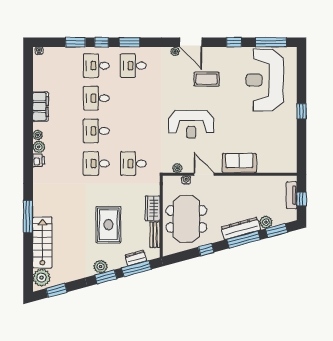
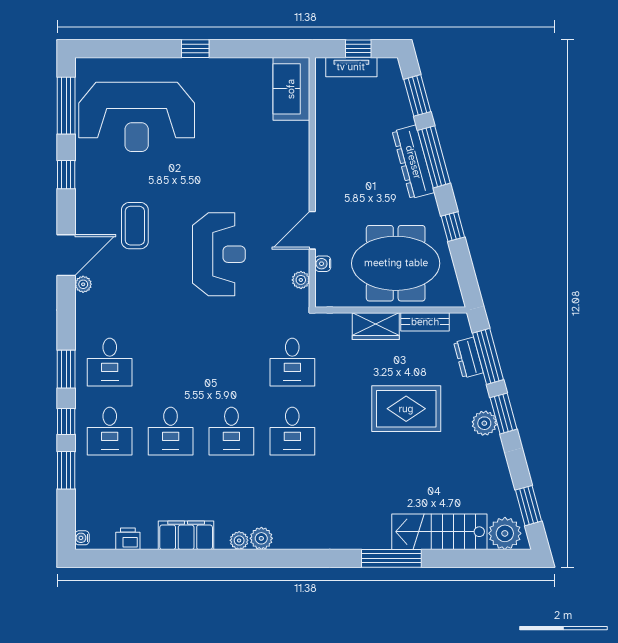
printer: (39, 160) -> (128, 539), moved
sofa: (239, 163) -> (291, 89), moved
plant: (266, 222) -> (402, 115), removed

